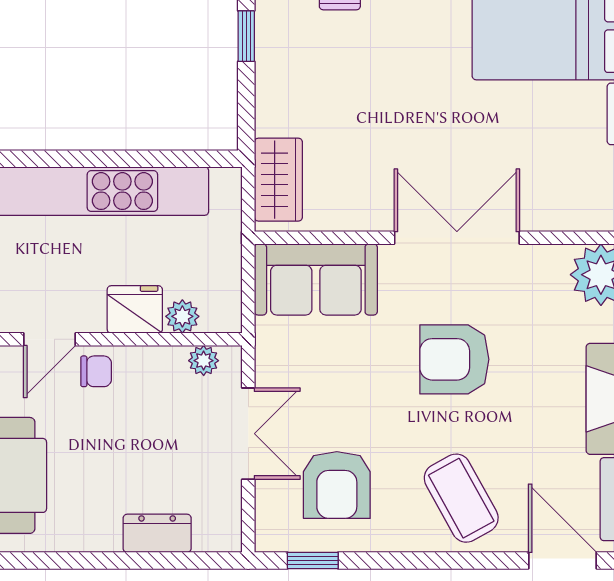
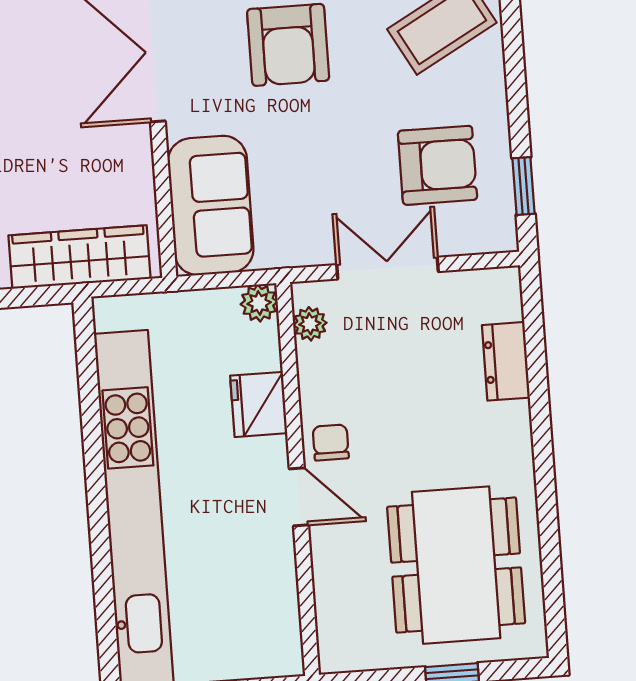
wardrobe: (278, 180) -> (80, 257), width x1.50
plant: (182, 316) -> (259, 303), moved

